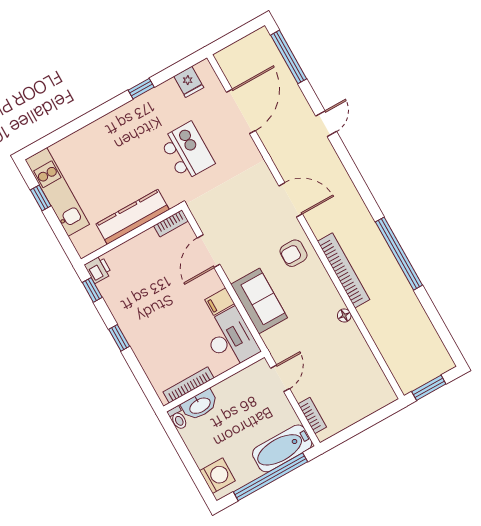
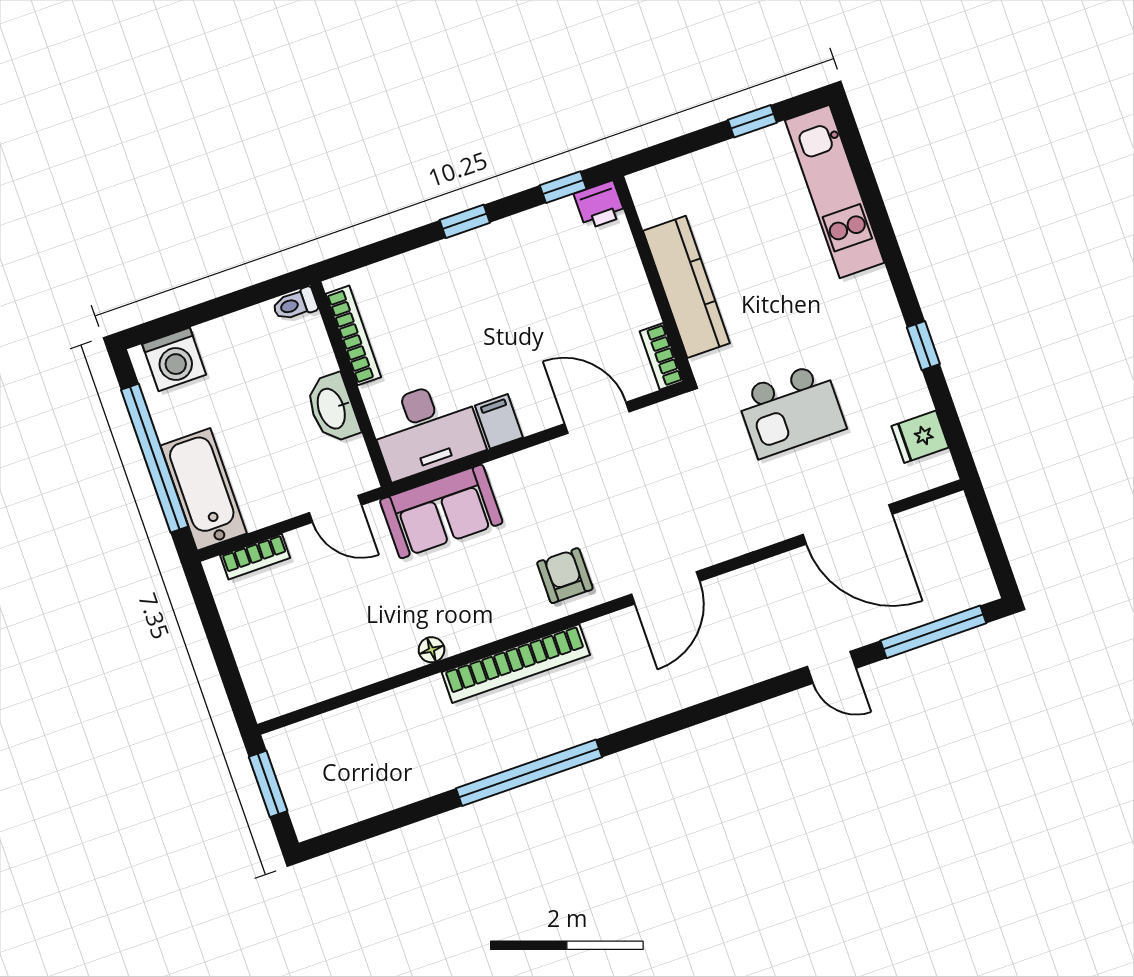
door: (326, 124) -> (832, 667), moved
kitchen unit: (57, 192) -> (835, 191), moved, turned 90
sofa: (259, 301) -> (441, 511), moved
washbasin: (200, 405) -> (332, 408), moved

